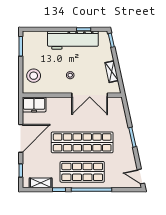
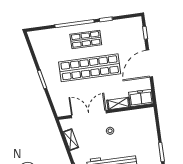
stool: (34, 76) -> (145, 125), removed
shop shelf: (82, 172) -> (86, 39), width x0.70, depth x0.74
door: (141, 176) -> (29, 43), removed
shelving: (41, 183) -> (118, 104), moved

